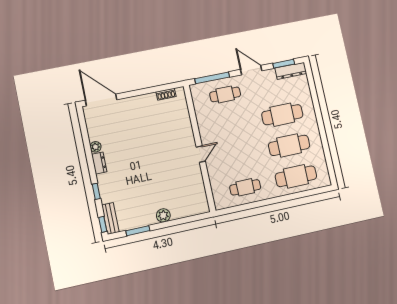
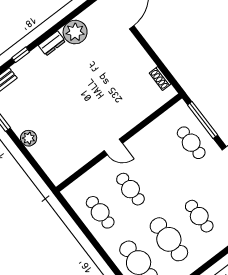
cafe table: (282, 115) -> (199, 216), width x0.73, depth x0.74
plant: (96, 147) -> (75, 32), width x1.87, depth x1.87
cafe table: (238, 156) -> (130, 189), added

